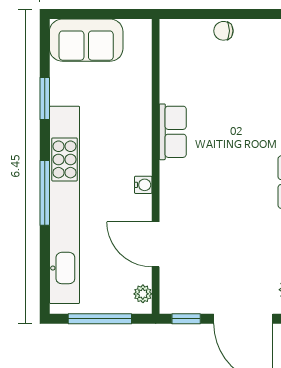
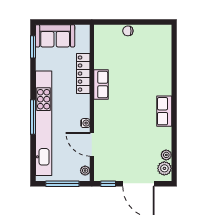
window: (45, 98) -> (33, 47), moved
locker: (139, 111) -> (83, 74), added
water cooler: (143, 185) -> (85, 123), moved

